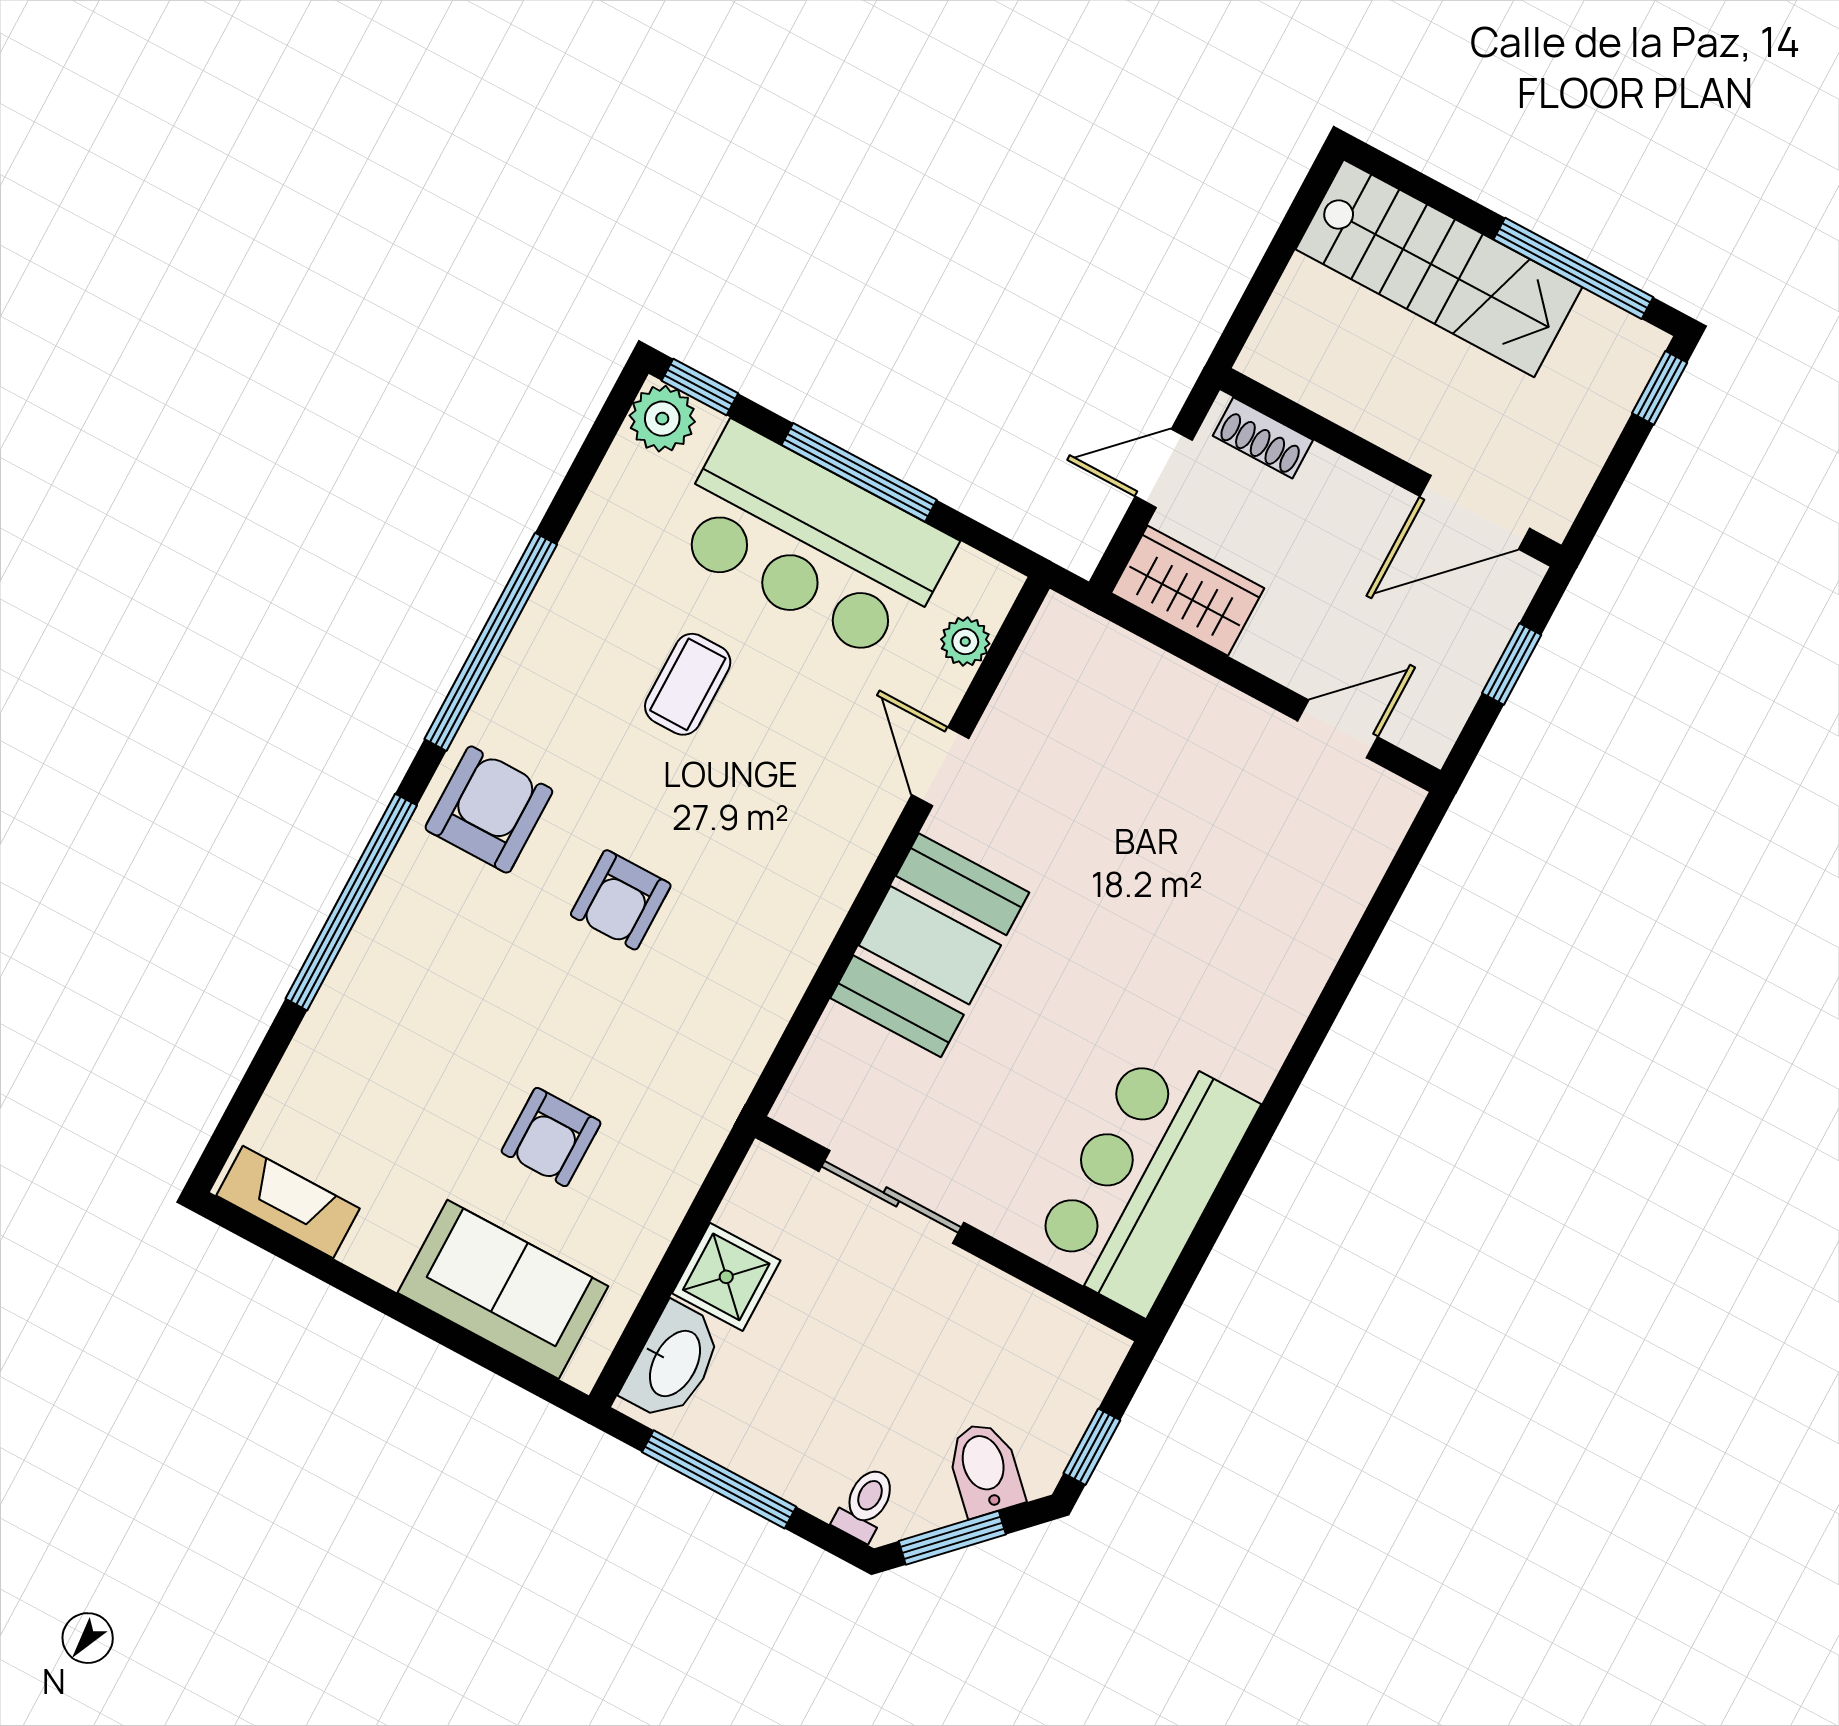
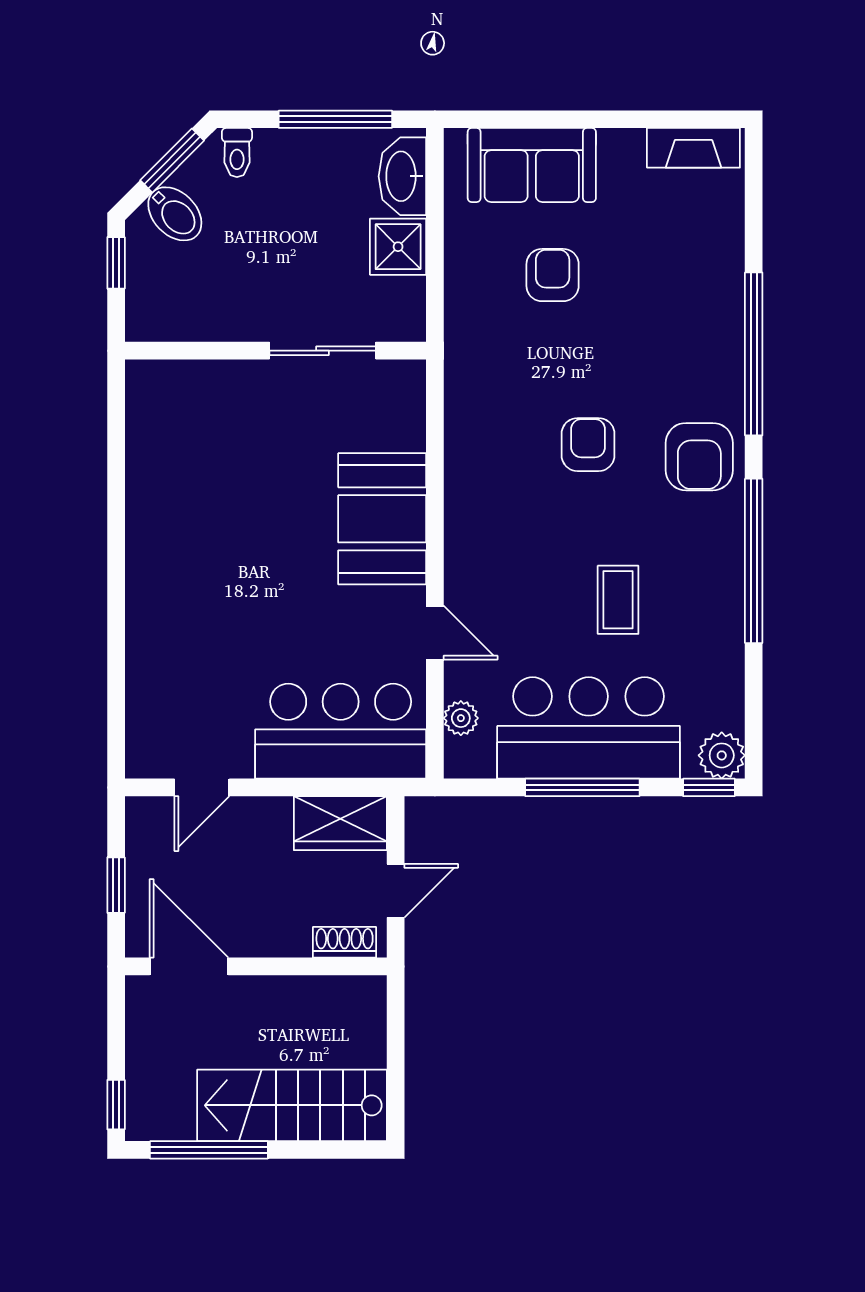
door: (1475, 512) -> (189, 966), hinge flipped
bar counter: (1144, 1180) -> (341, 731), moved, turned -90

